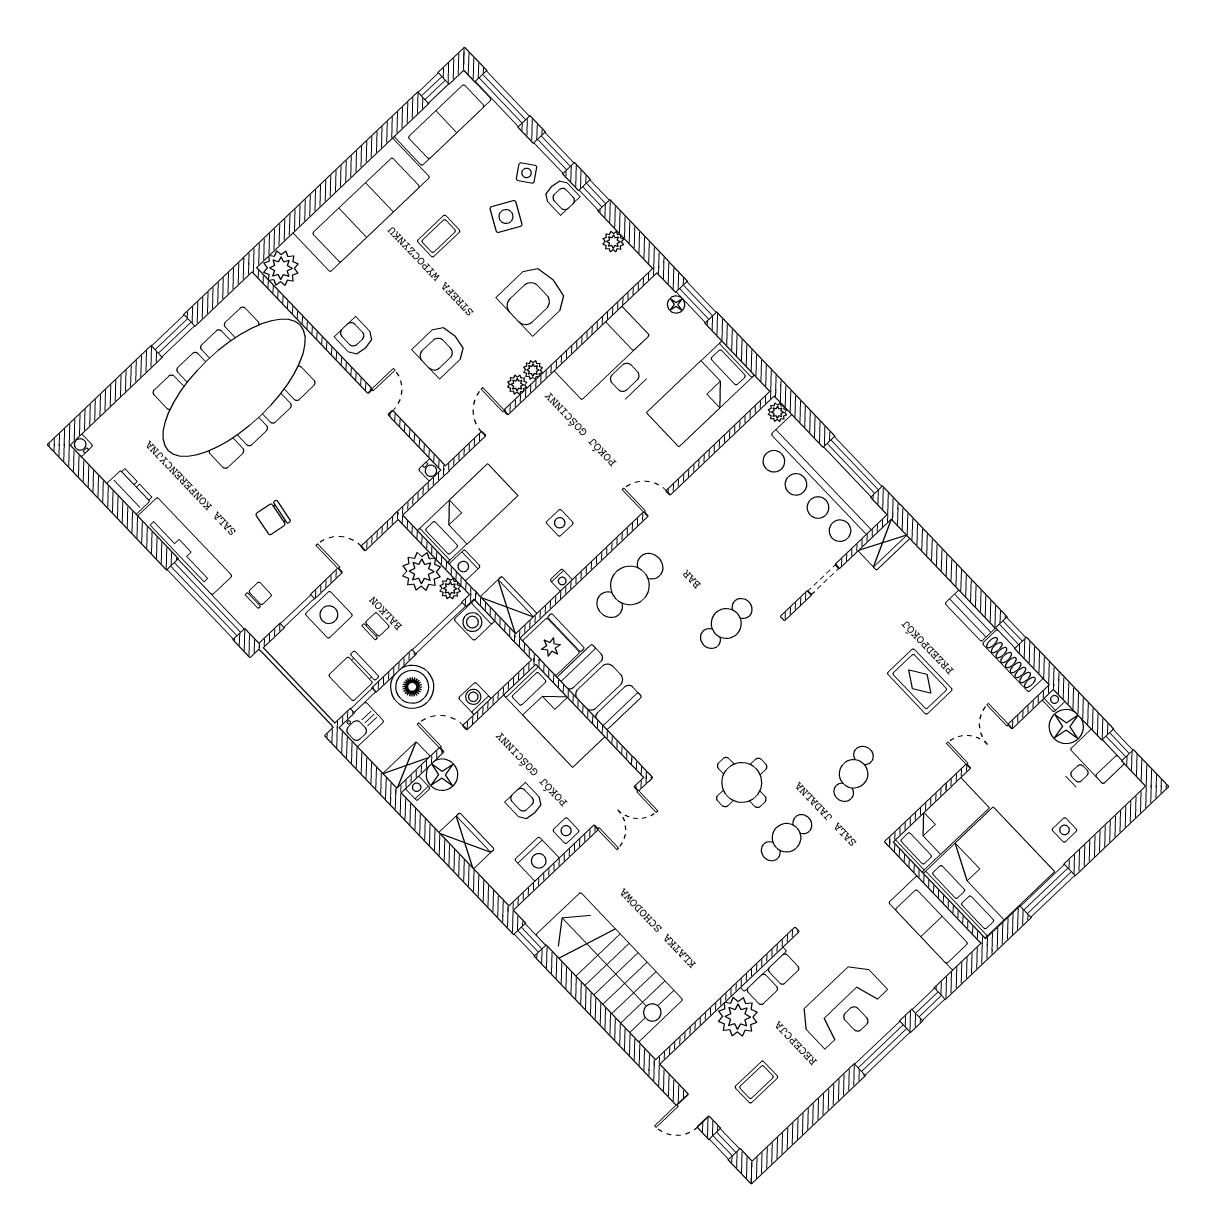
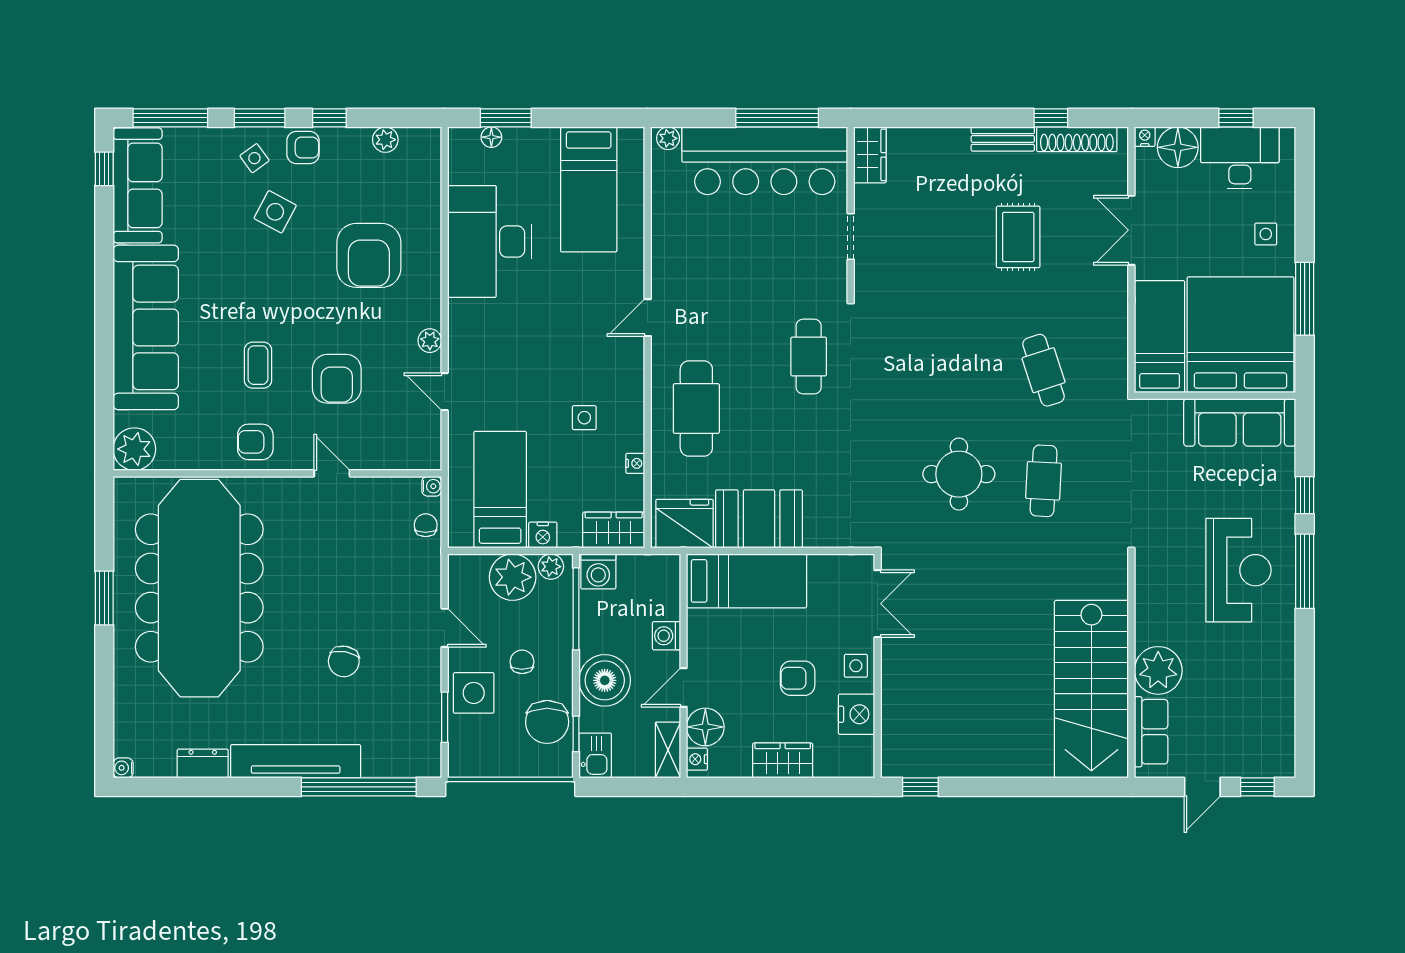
coffee table: (439, 236) -> (258, 365), moved
plant: (533, 370) -> (430, 315), removed
door: (352, 559) -> (445, 628), swing flipped
chair: (259, 595) -> (426, 525), moved
rug: (920, 682) -> (1018, 237), turned 90
desk: (1090, 764) -> (1240, 158), width x1.37
stairs: (609, 967) -> (1091, 689), moved, turned -90
row of seats: (771, 977) -> (1151, 732), moved
coffee table: (756, 1082) -> (1230, 708), removed

